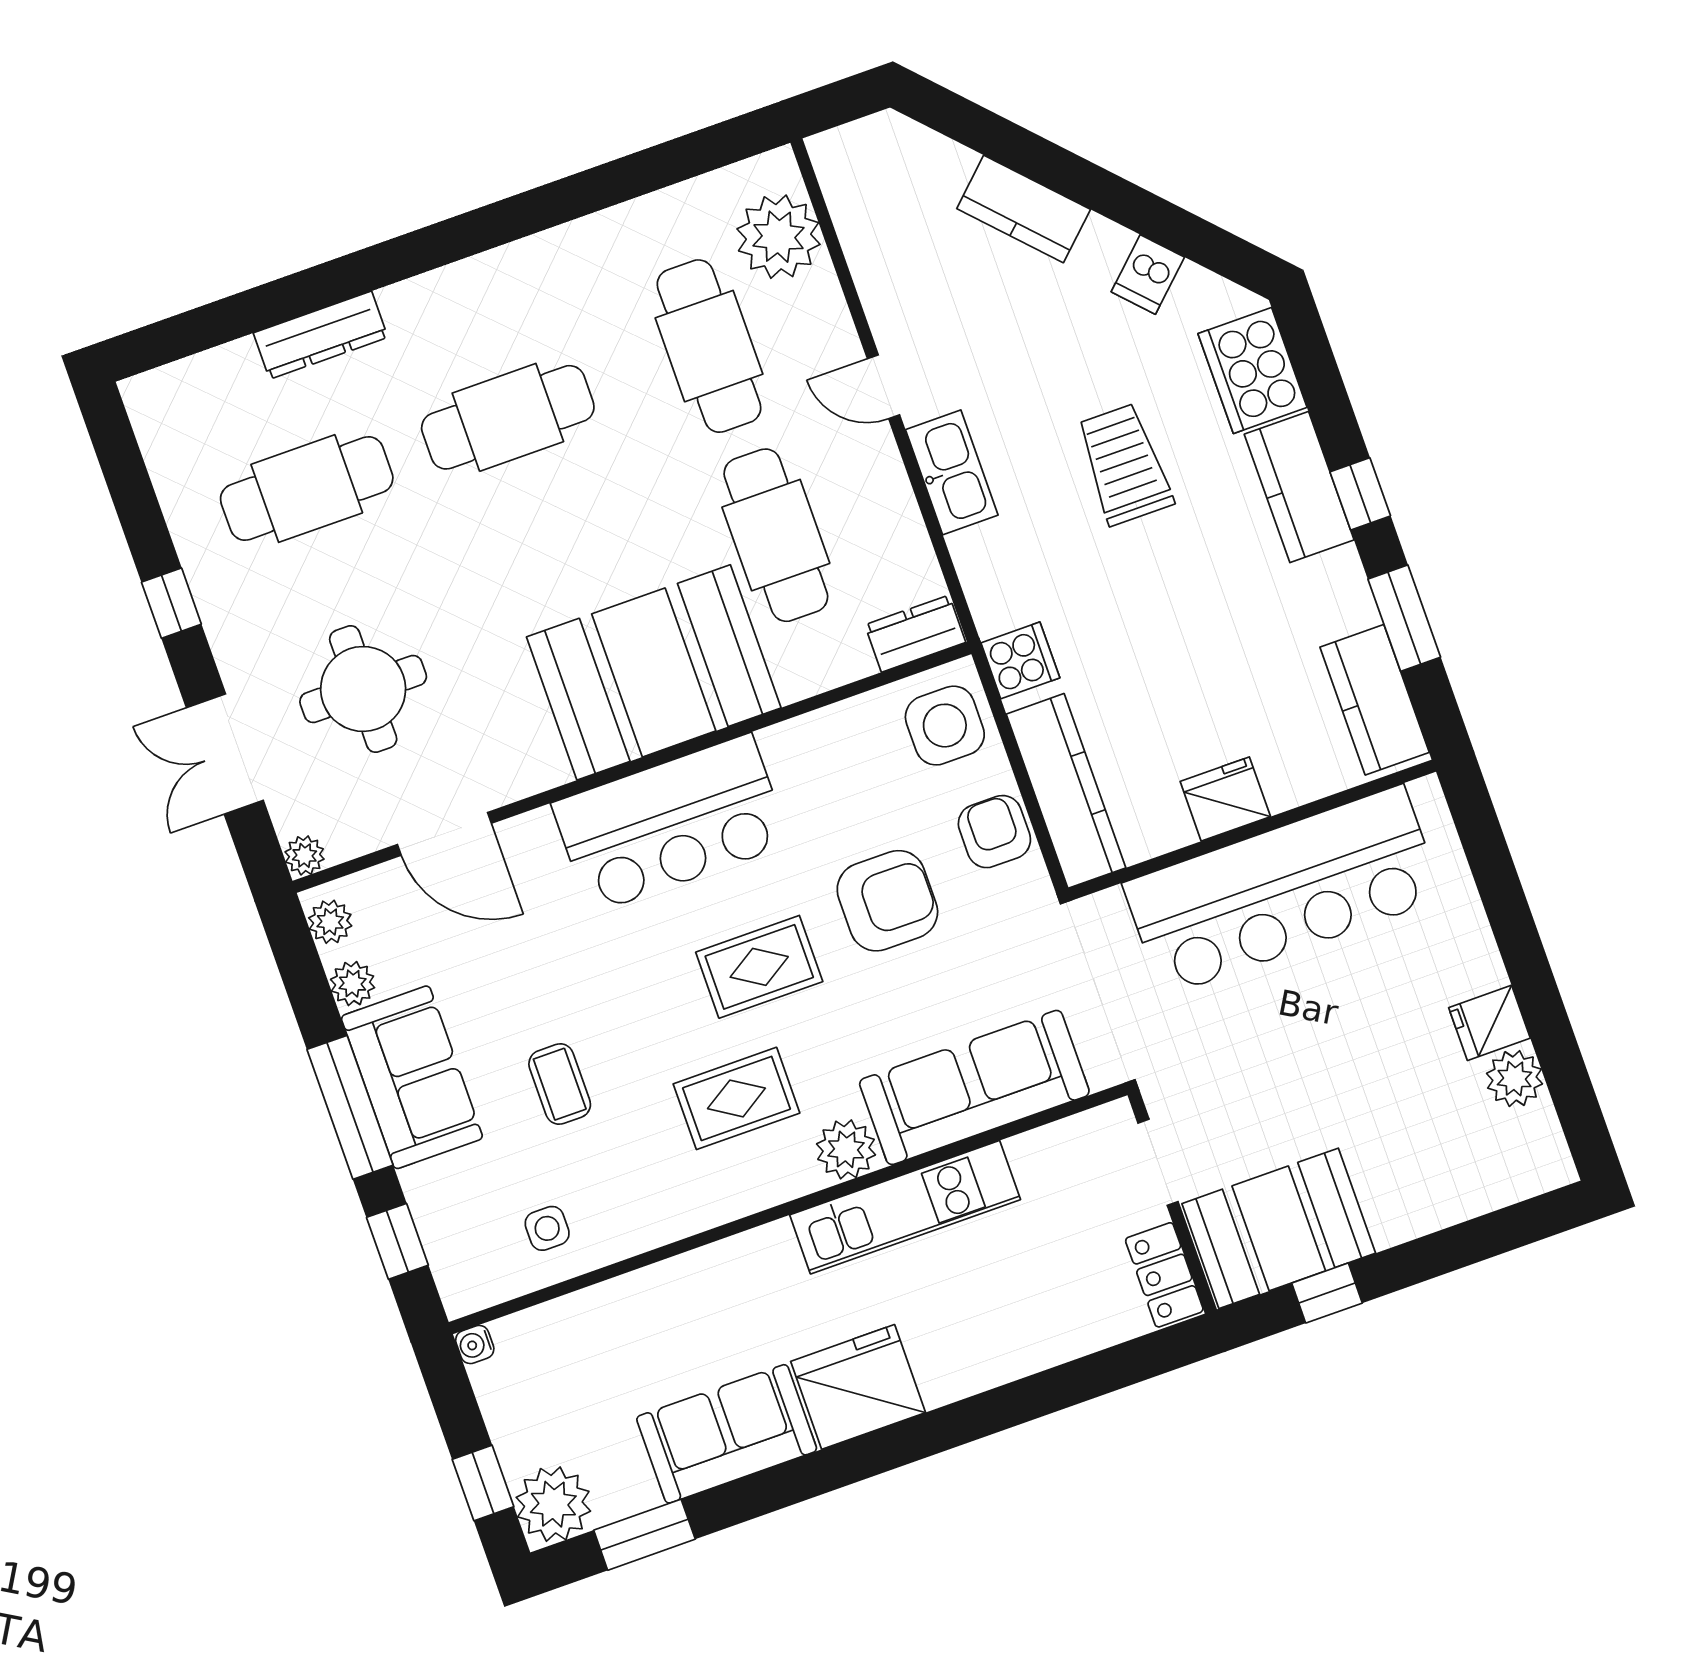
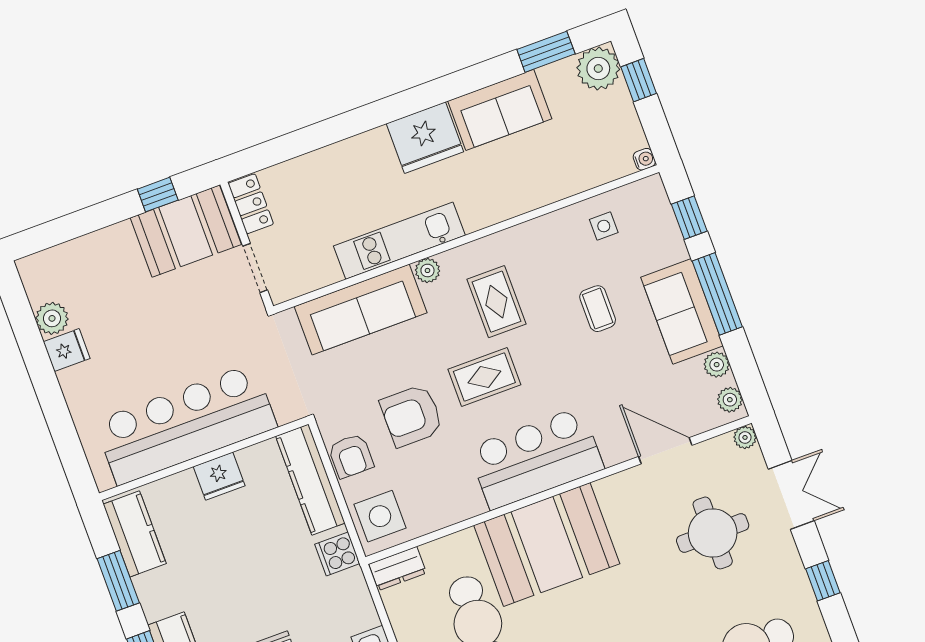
rug: (736, 1098) -> (496, 302), turned 90
plant: (846, 1149) -> (427, 270), width x0.73, depth x0.73

